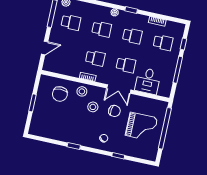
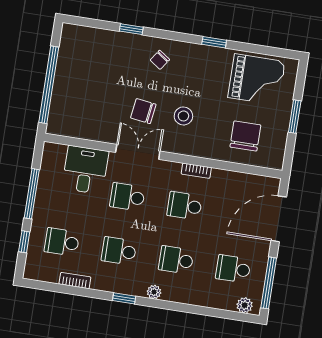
door: (45, 48) -> (279, 219), width x1.87
stool: (82, 91) -> (205, 143), removed
grand piano: (141, 127) -> (257, 79), moved, turned 180

